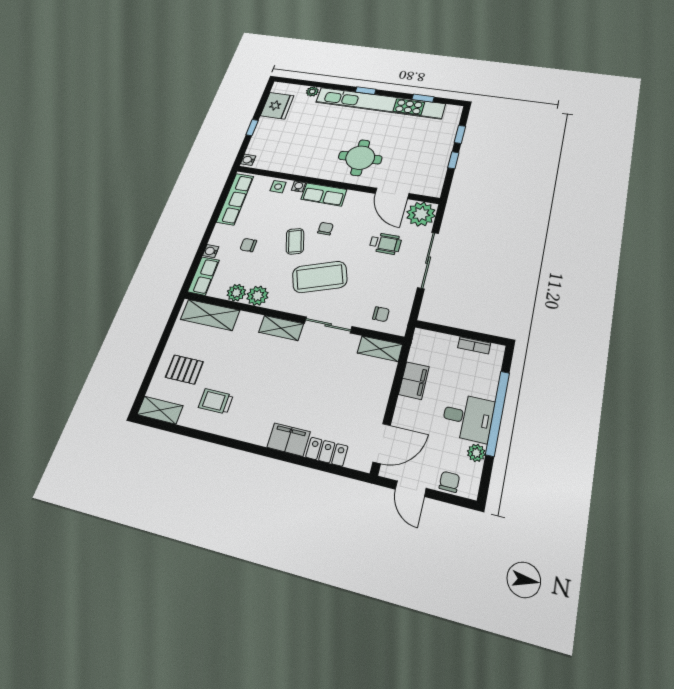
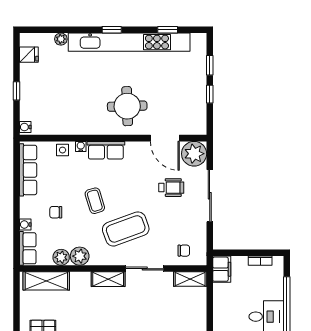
fridge: (277, 106) -> (29, 55), width x0.53, depth x0.75
chair: (325, 229) -> (117, 183), removed
filing cabinet: (414, 381) -> (222, 269), moved

